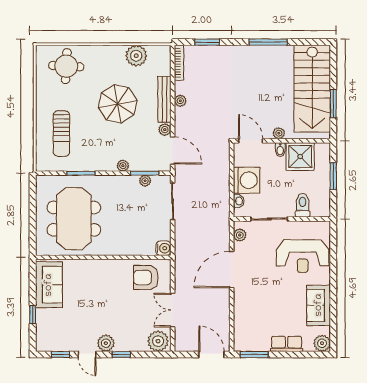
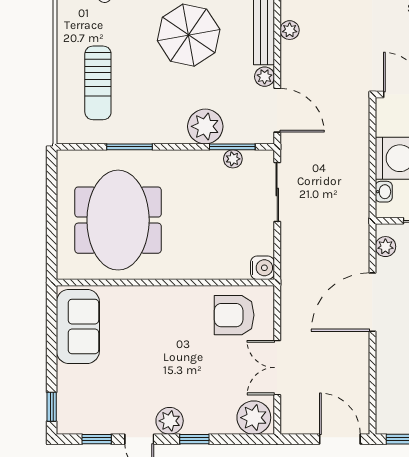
plant: (123, 166) -> (205, 126), width x1.87, depth x1.87
window: (33, 315) -> (52, 407), moved

